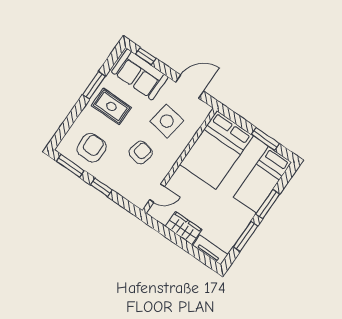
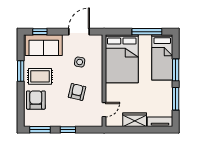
side table: (167, 121) -> (80, 62), width x0.54, depth x0.54
window: (265, 139) -> (147, 32), width x1.44
armchair: (92, 148) -> (36, 100), moved

